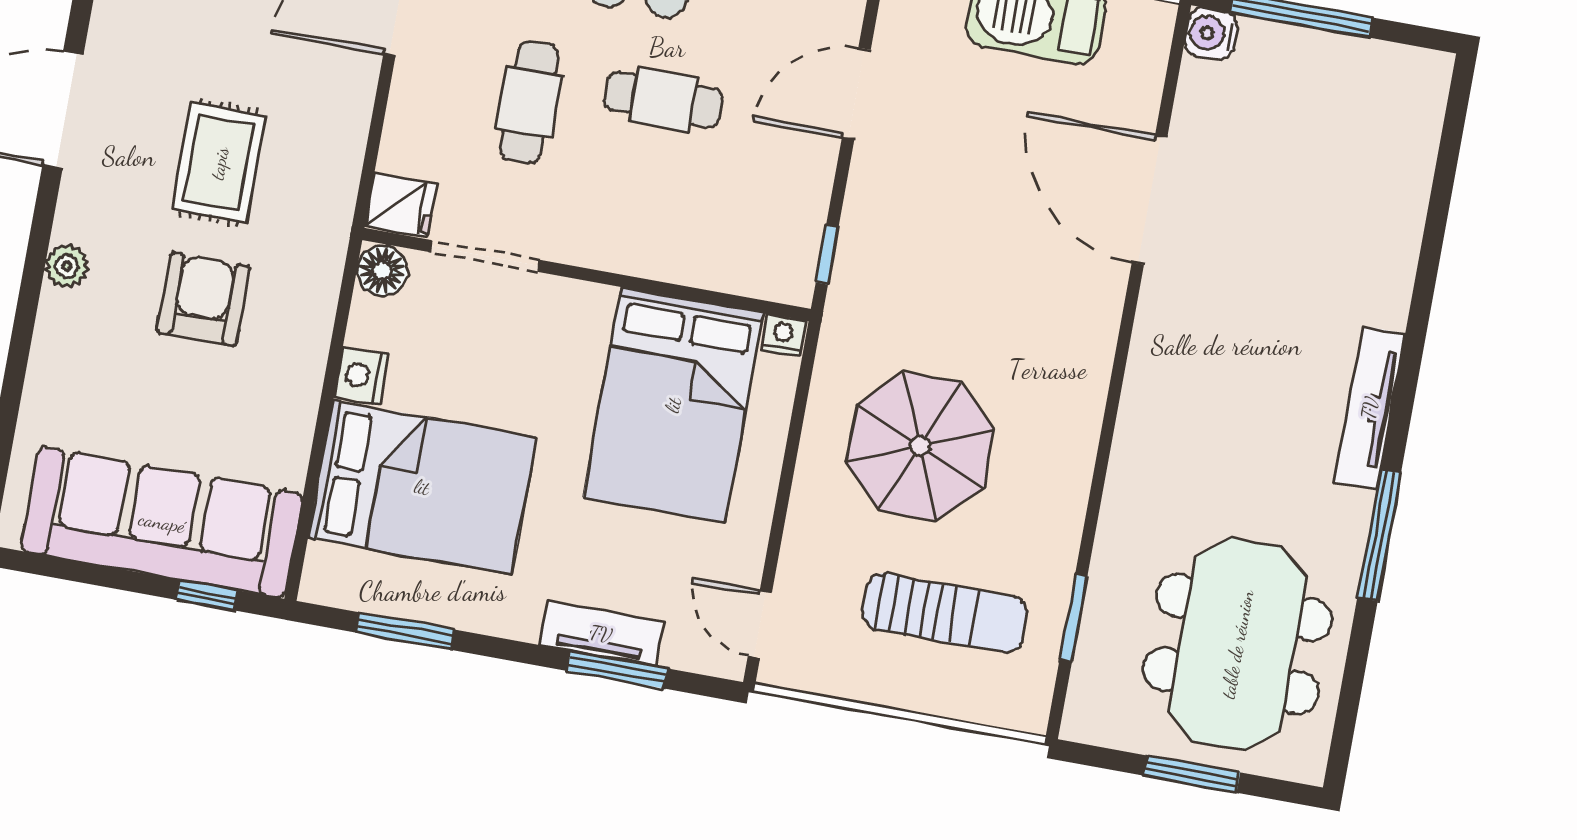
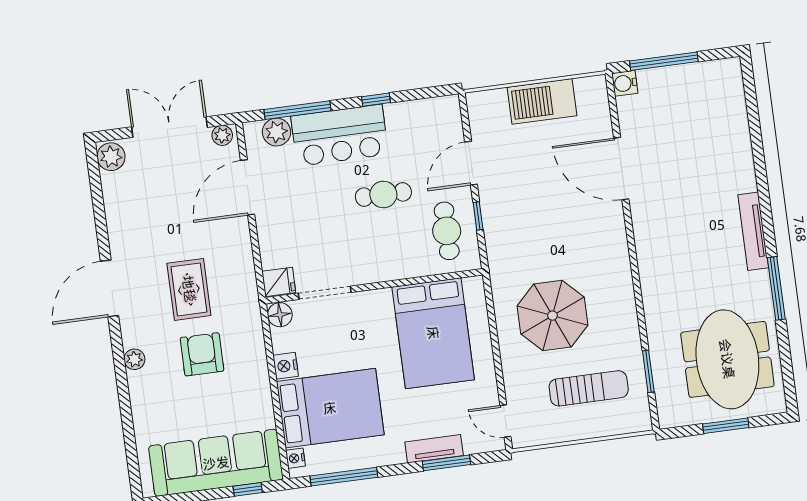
cafe table: (529, 102) -> (447, 231), moved
window: (827, 255) -> (478, 216), moved
nightstand: (783, 335) -> (296, 458), moved, turned -90
window: (405, 631) -> (344, 477), width x1.44

